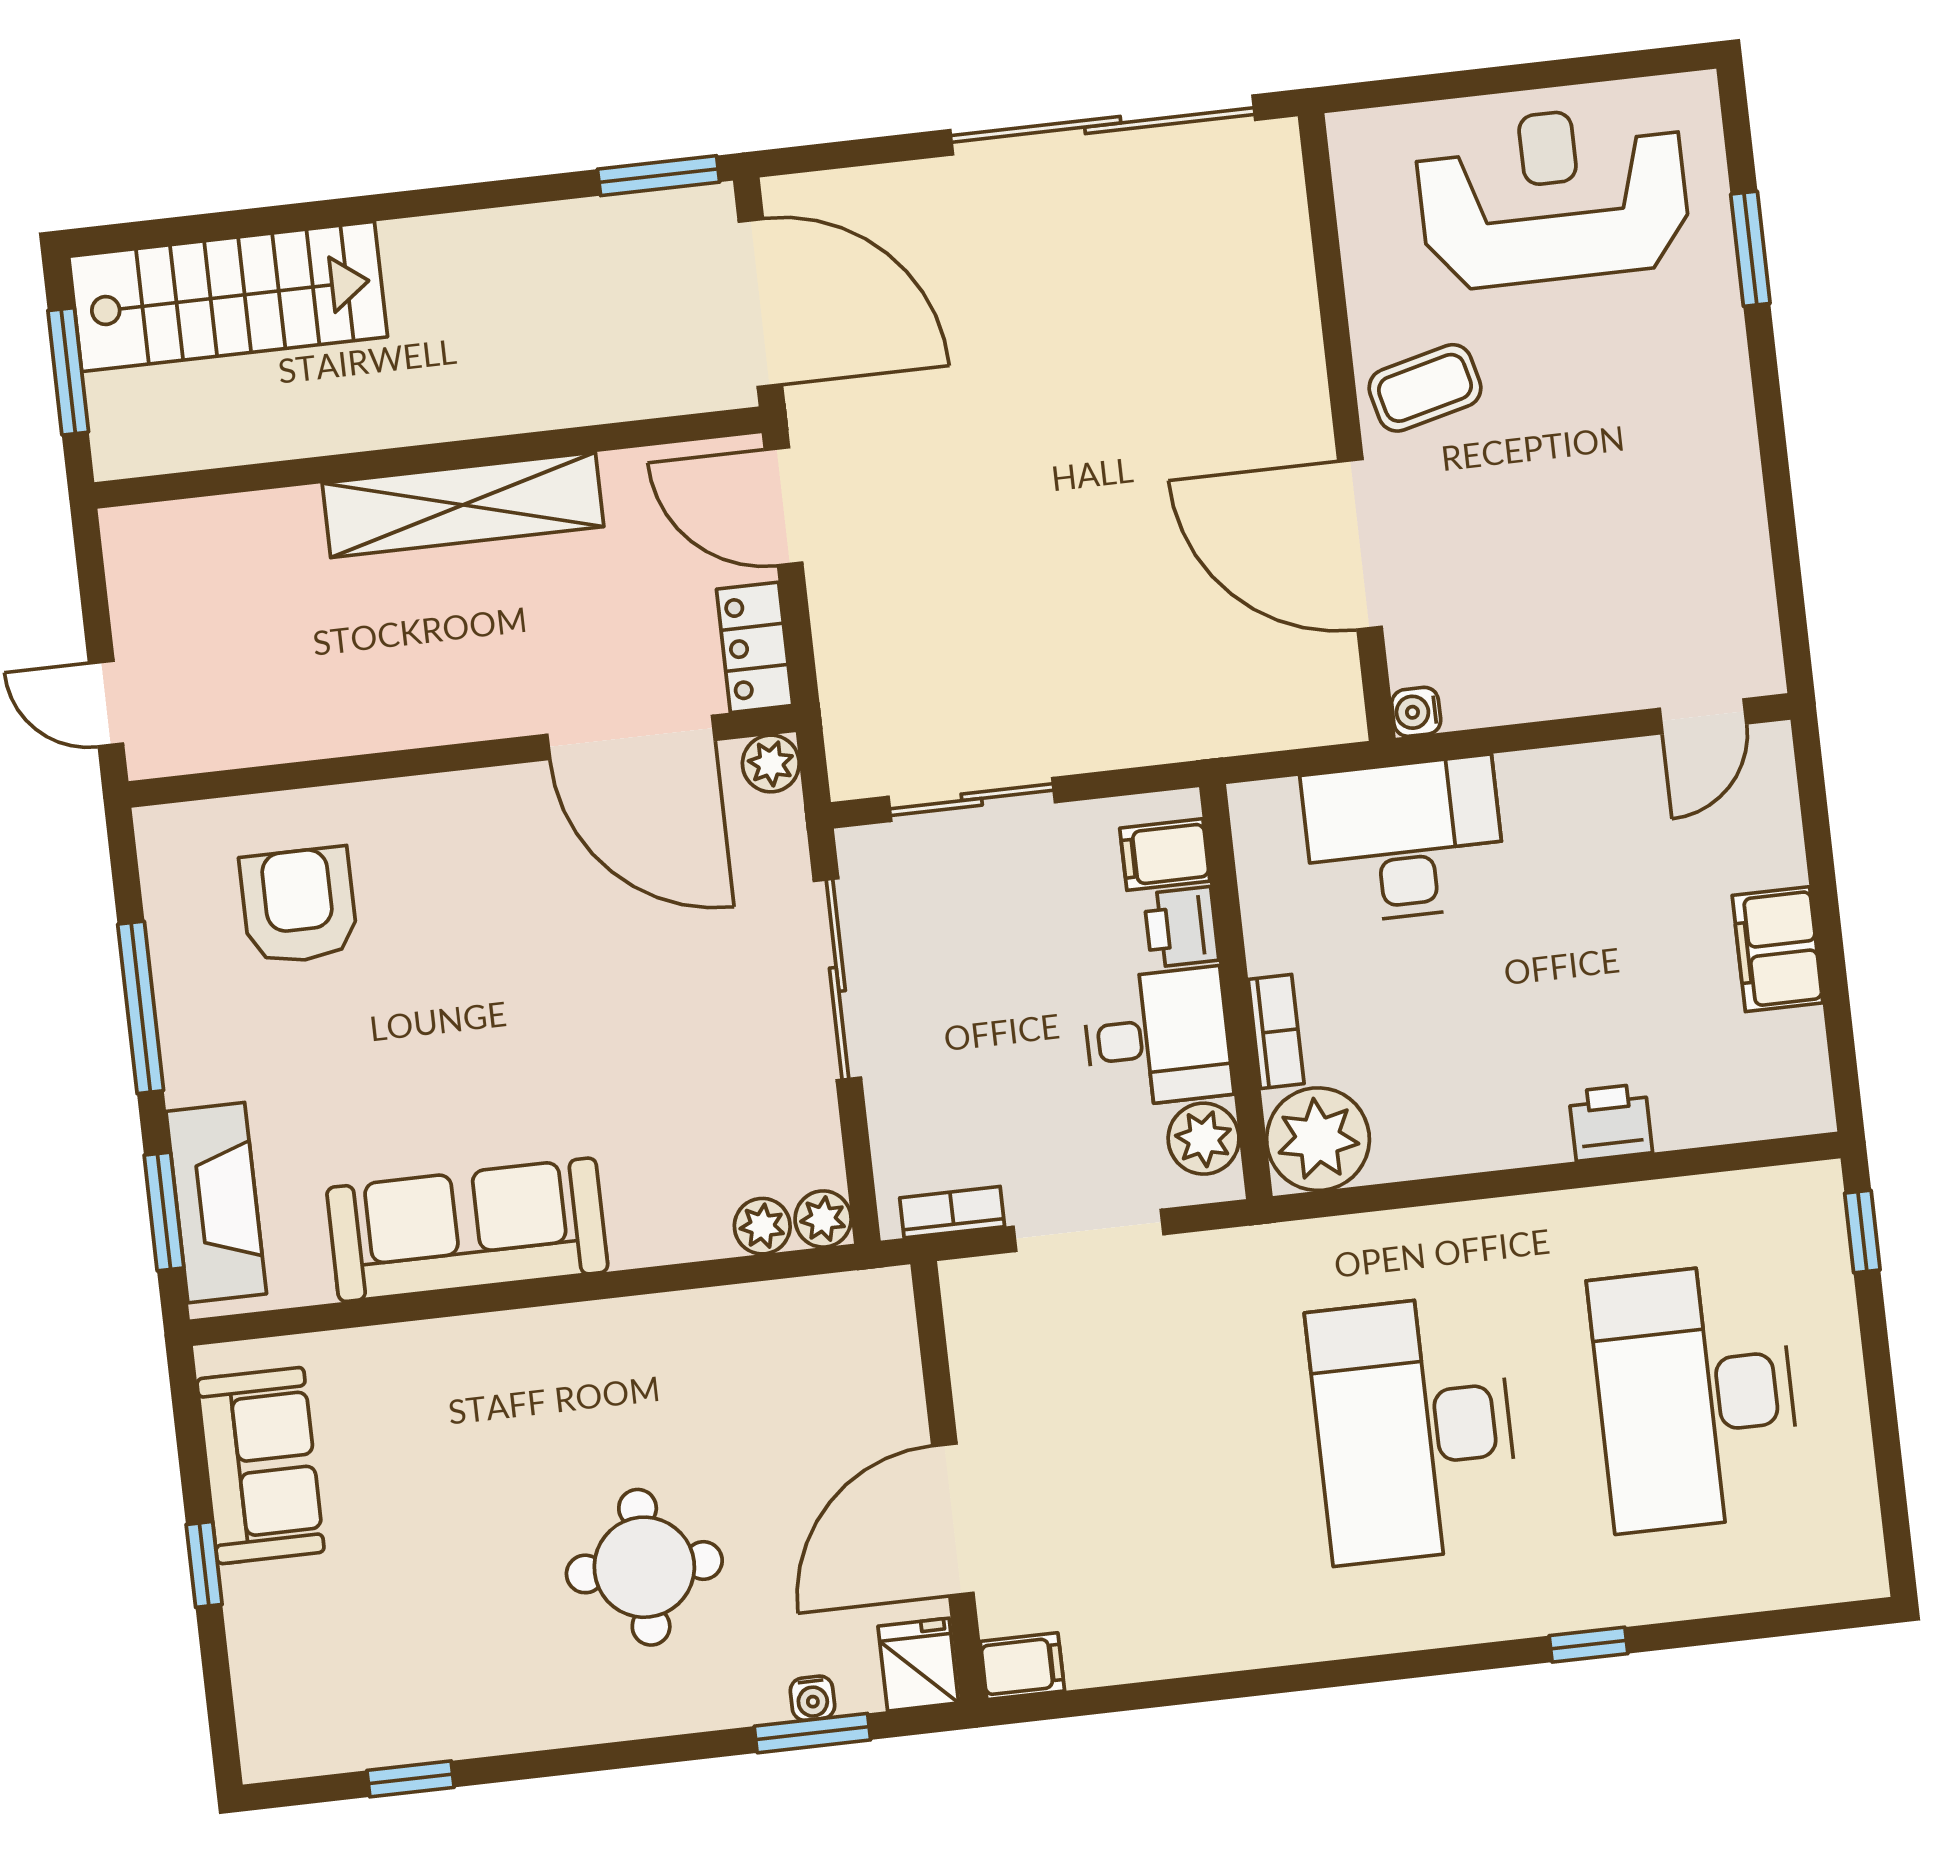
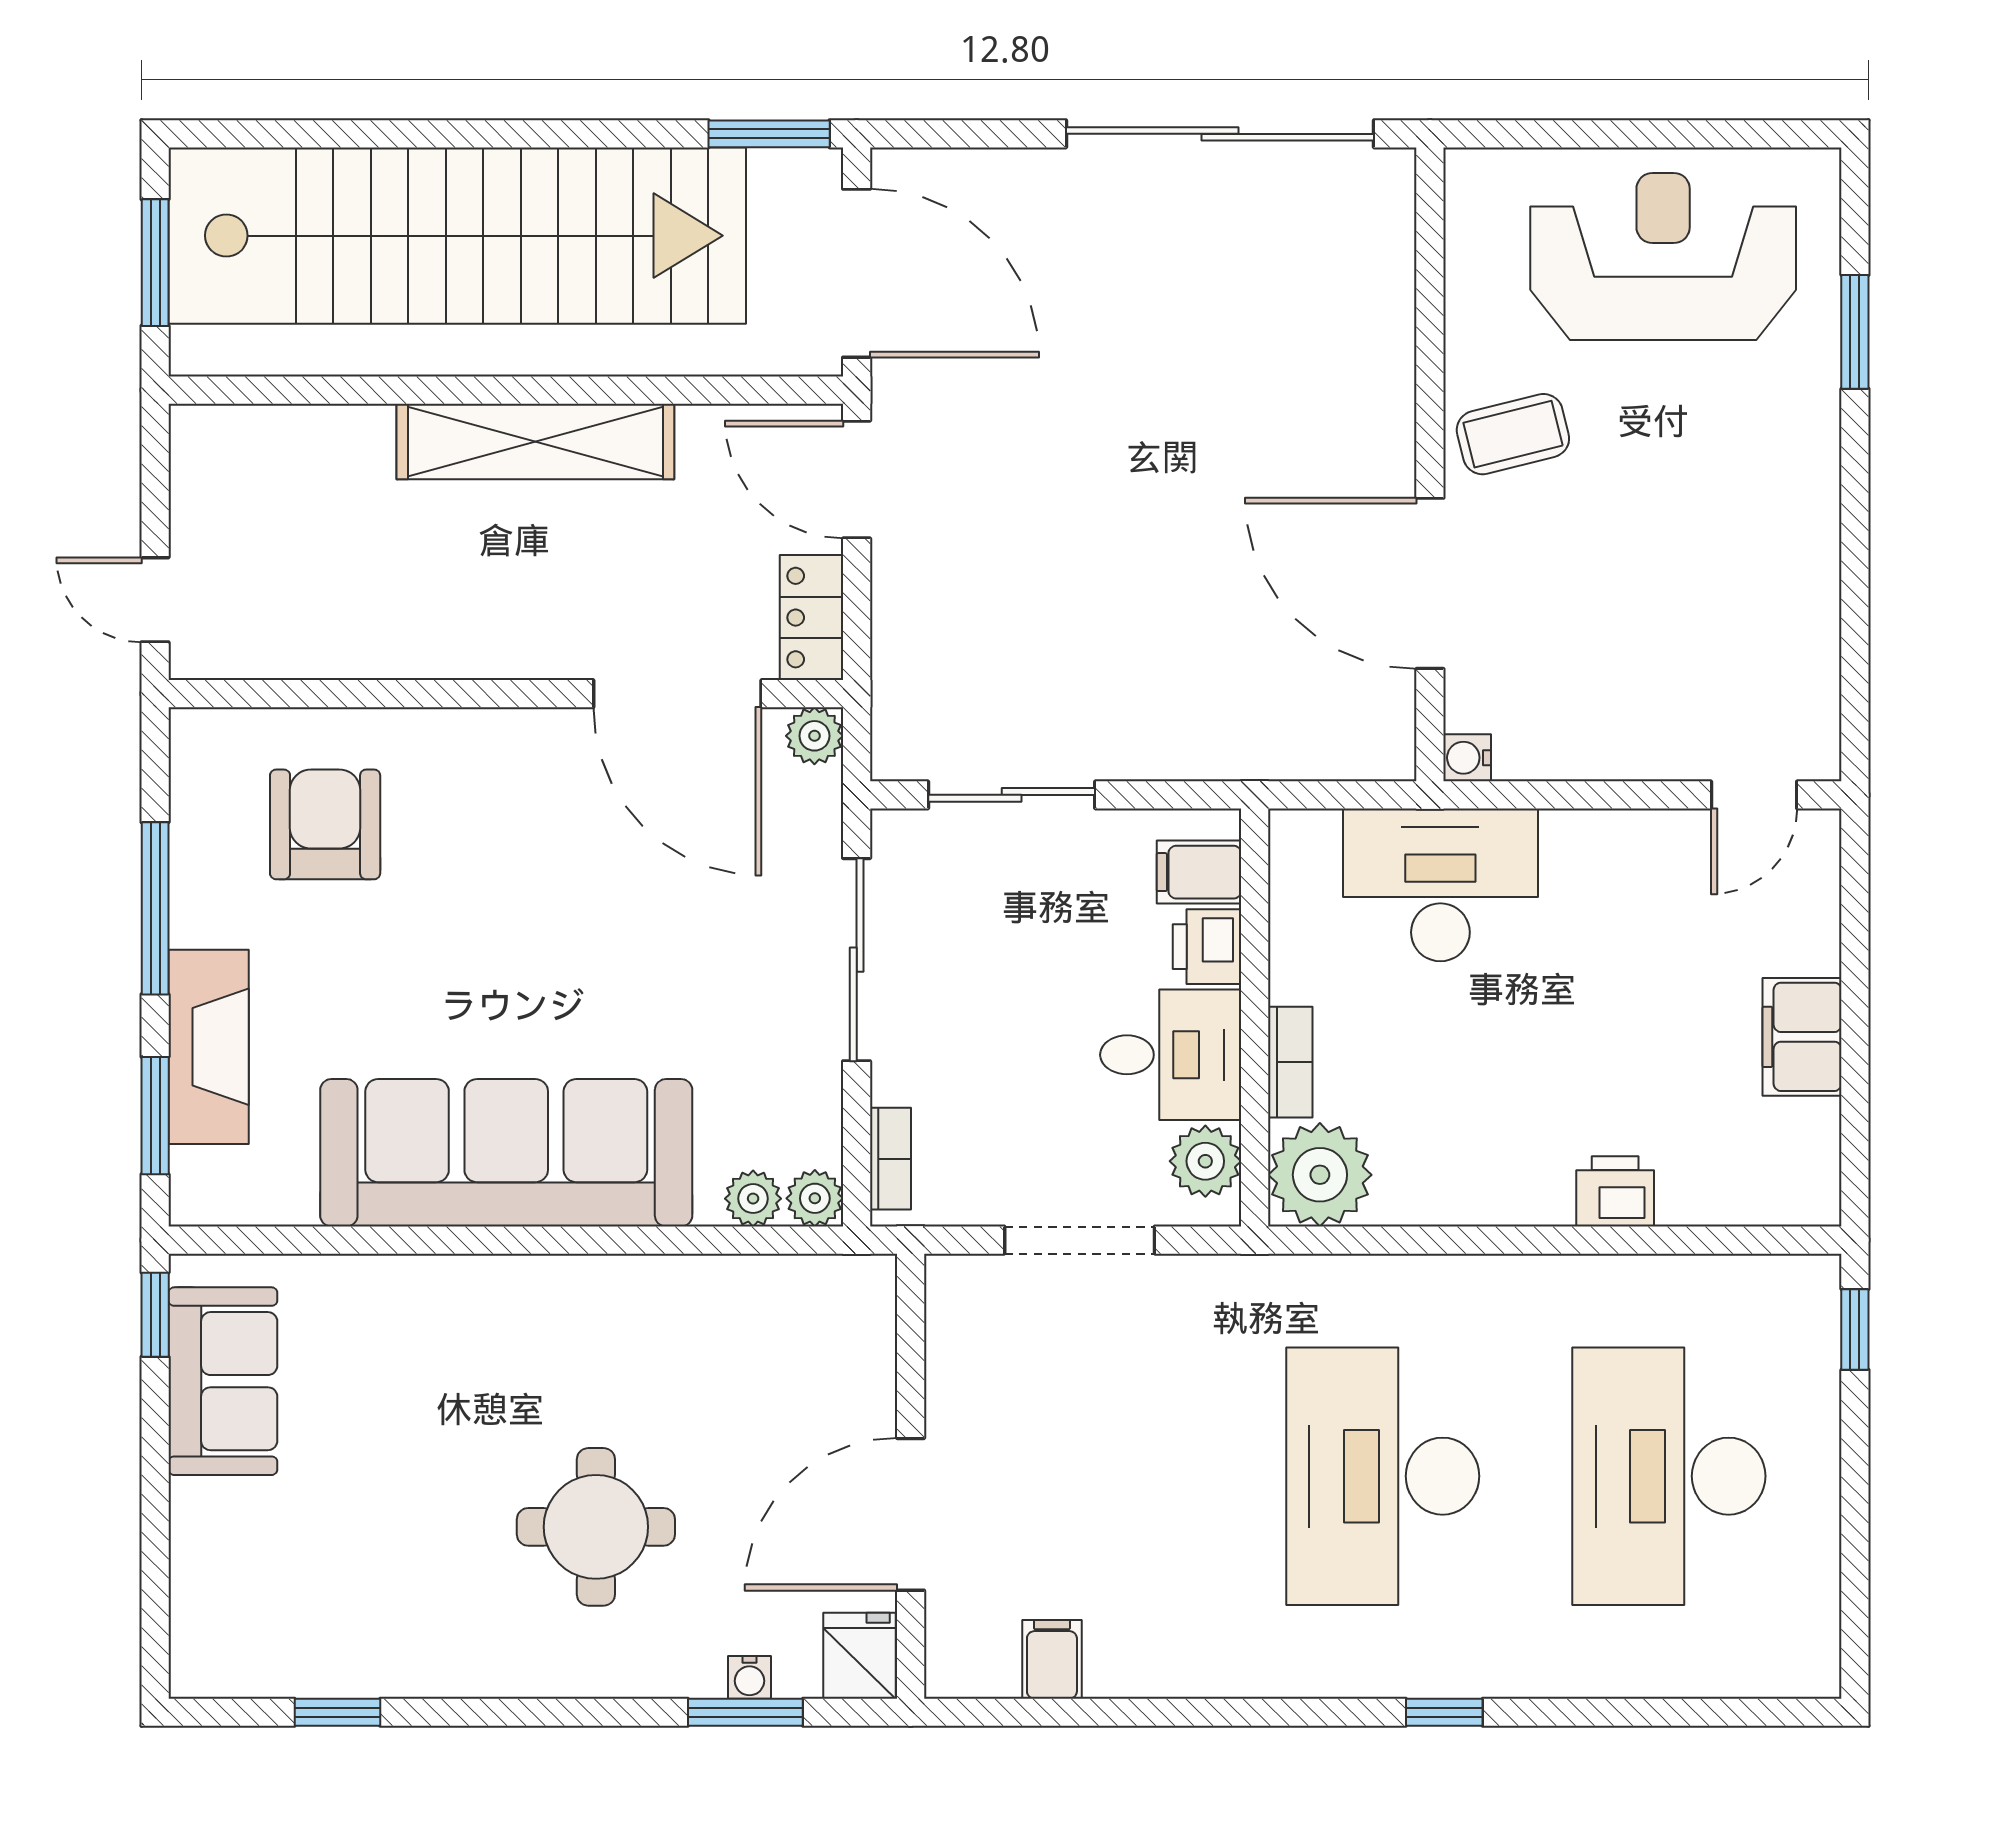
stairs: (228, 297) -> (457, 236), width x1.86, depth x1.51
fireplace: (216, 1203) -> (209, 1047), moved
bookcase: (952, 1212) -> (890, 1159), moved, turned 90
sofa: (467, 1230) -> (506, 1153), width x1.36, depth x1.27
window: (204, 1564) -> (155, 1315), moved
window: (1588, 1645) -> (1444, 1712), moved
filing cabinet: (1022, 1666) -> (1052, 1659), moved, turned -90

